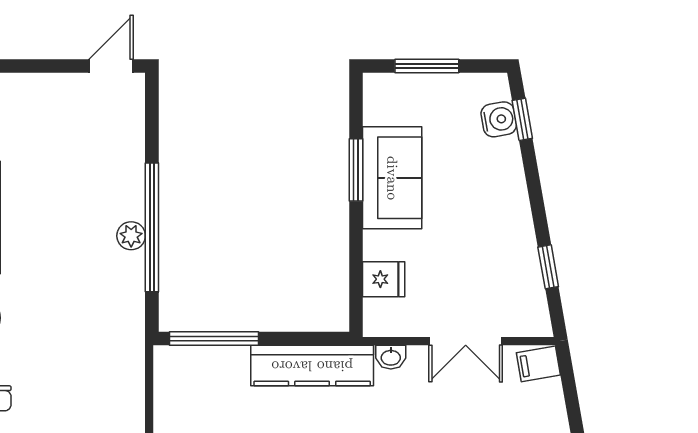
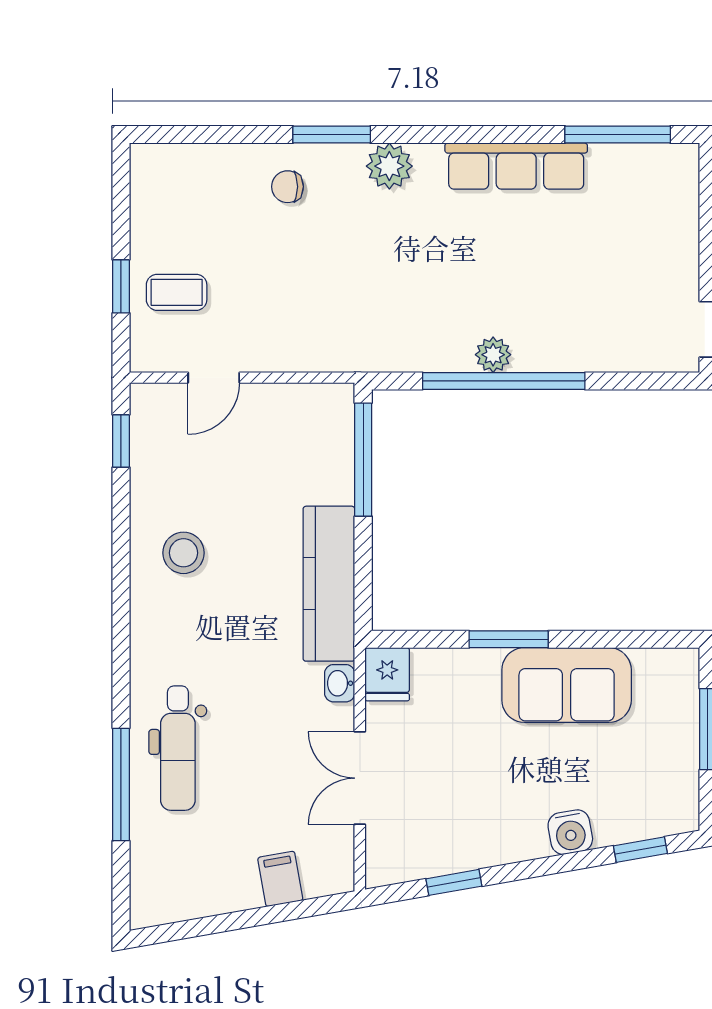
water cooler: (499, 119) -> (570, 832), moved
window: (356, 170) -> (509, 639), moved
fridge: (384, 279) -> (387, 674), moved
filing cabinet: (538, 364) -> (280, 879), moved

